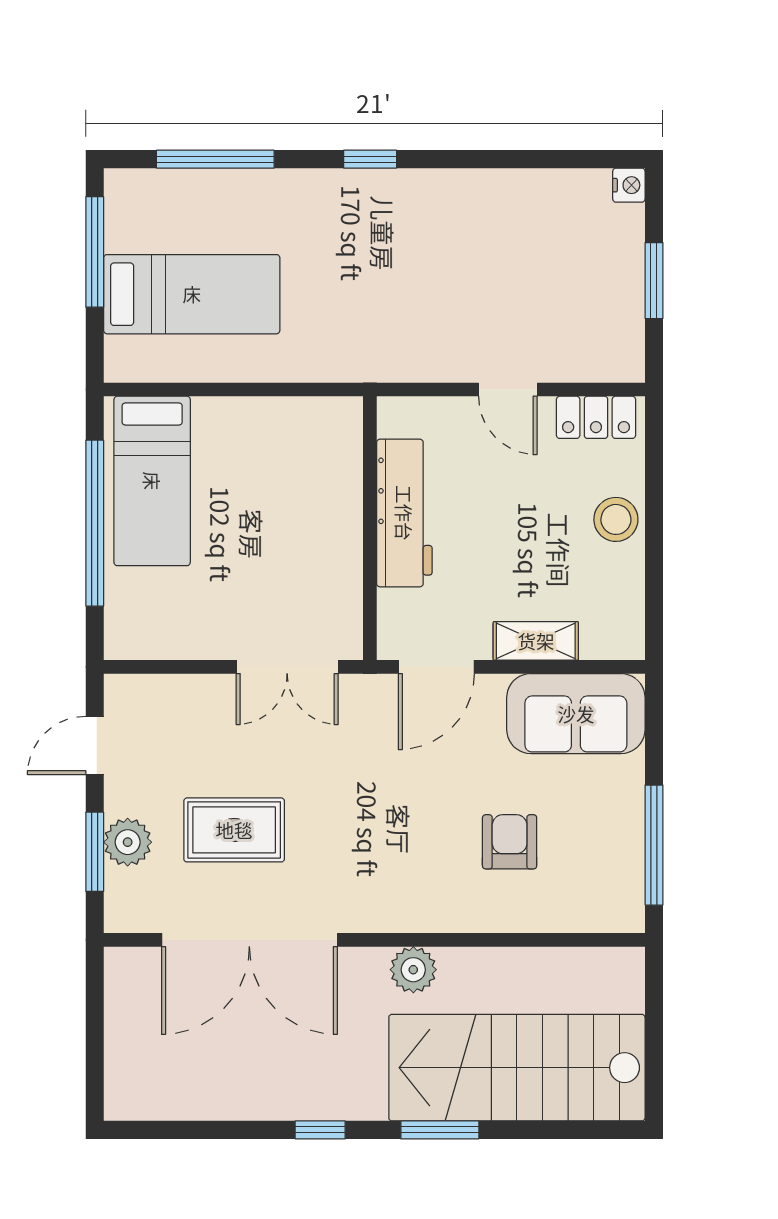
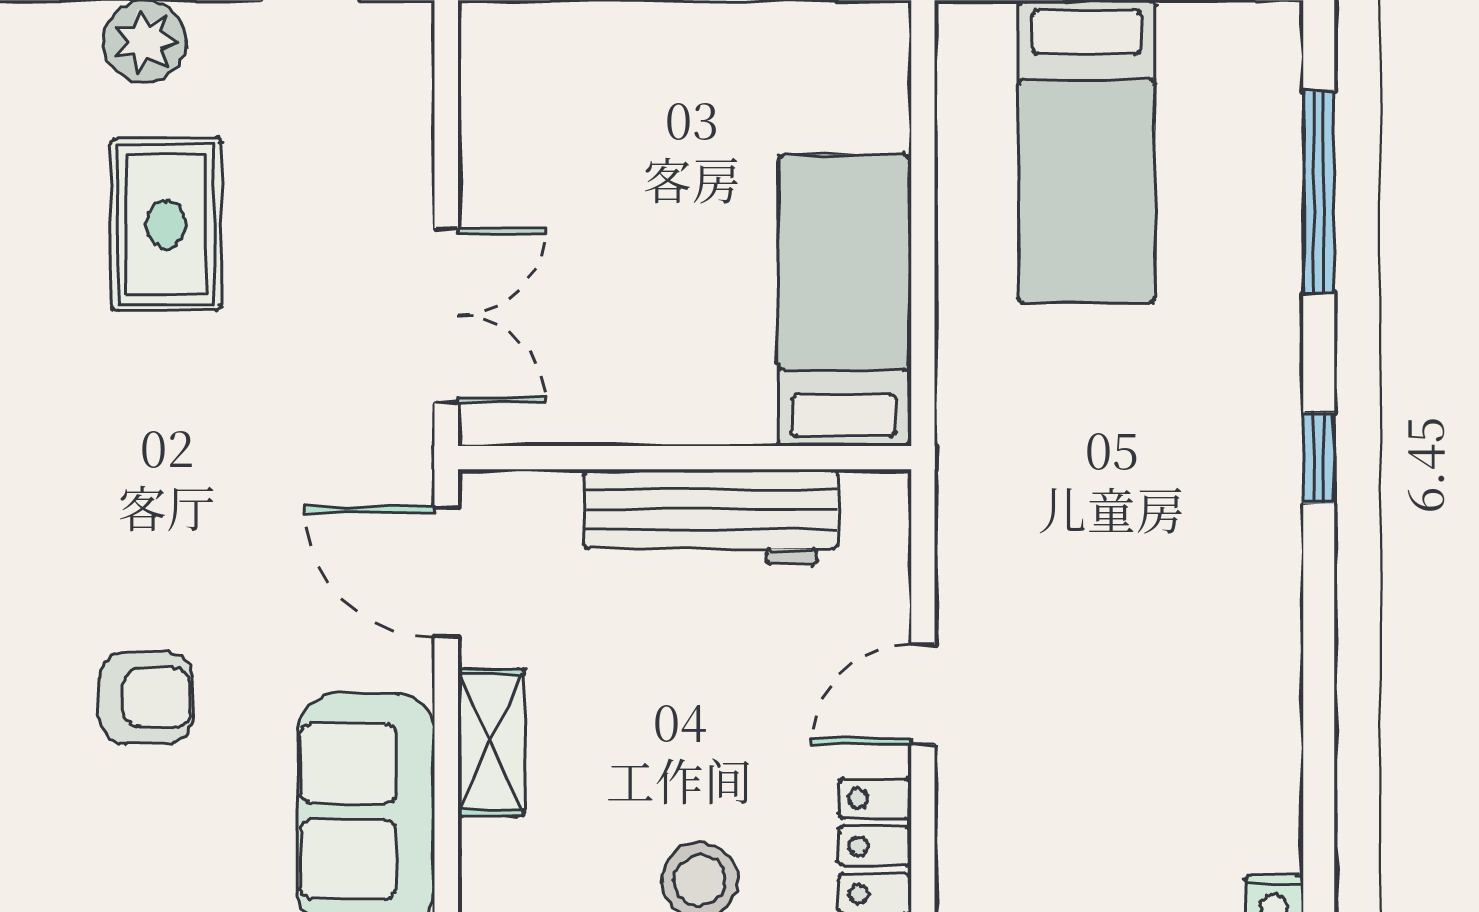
bed: (152, 481) -> (844, 300), moved, turned 90
double door: (287, 667) -> (446, 316), swing flipped

